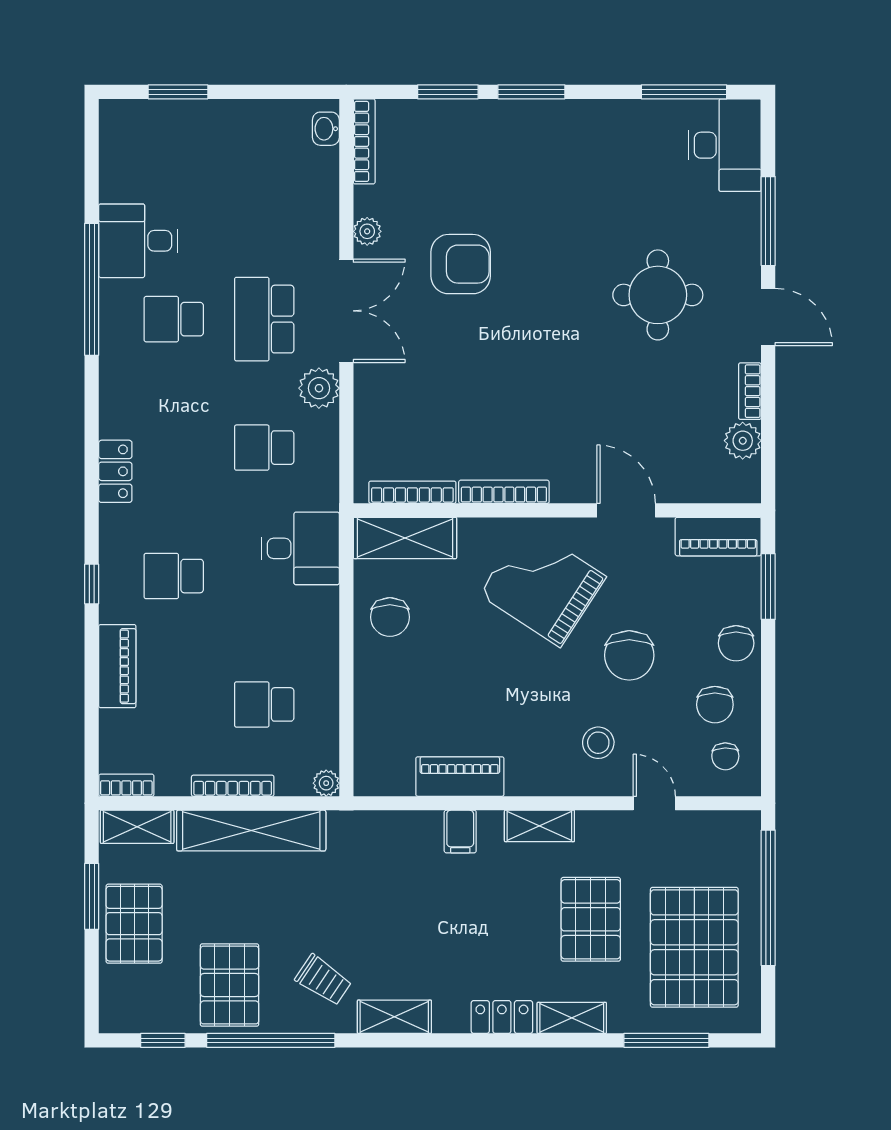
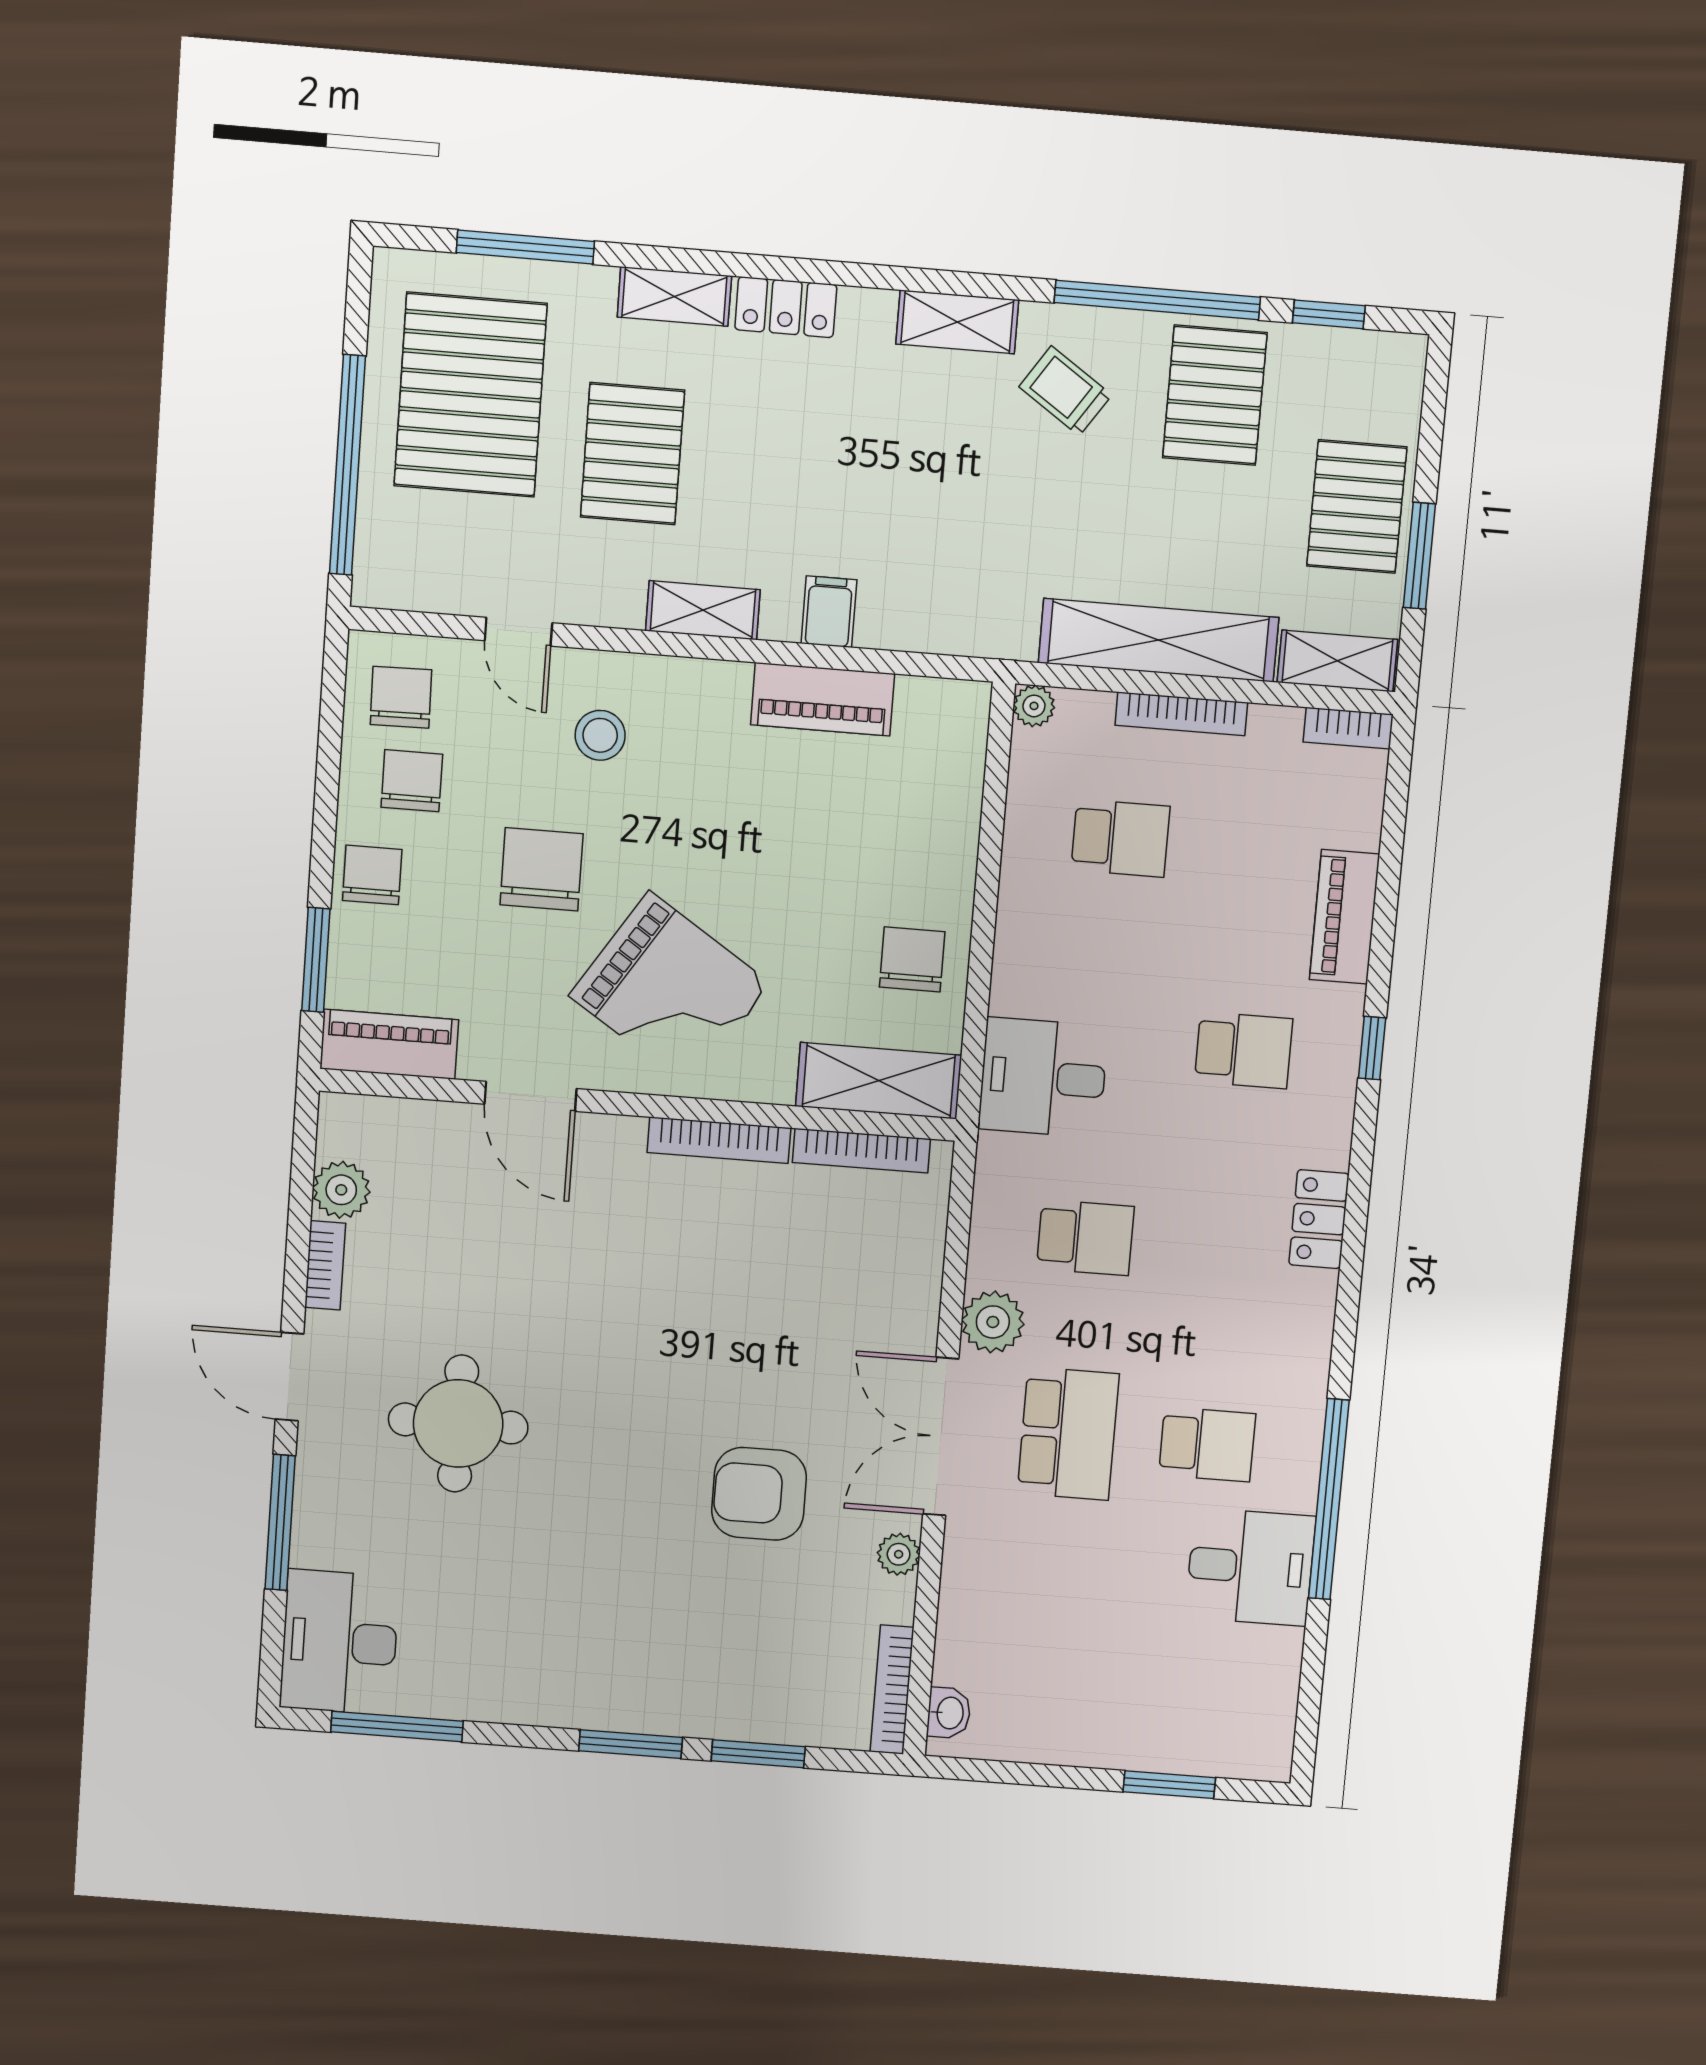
chair: (725, 756) -> (401, 697), width x1.37, depth x1.37

